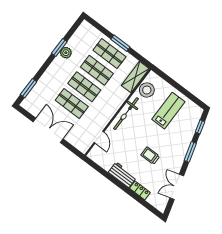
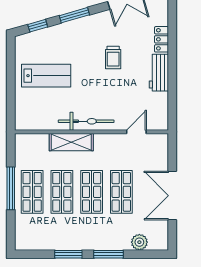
window: (120, 43) -> (11, 188), width x1.44
plant: (66, 53) -> (139, 242), moved
shelving: (135, 77) -> (71, 142), moved
window: (29, 88) -> (109, 254), moved
stool: (147, 90) -> (41, 118), removed
lab bench: (168, 111) -> (46, 76), turned 180

